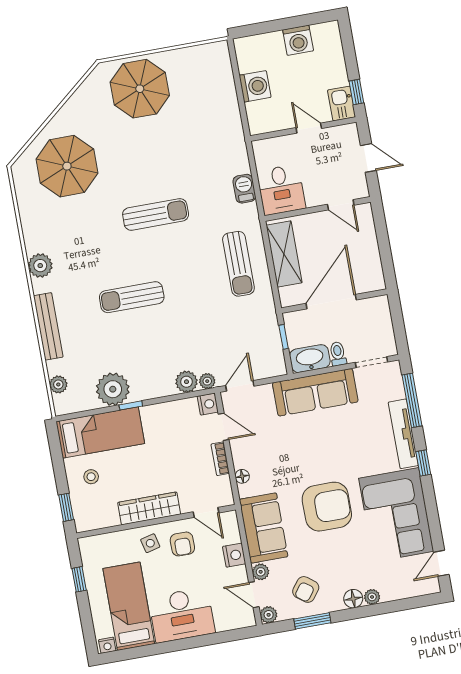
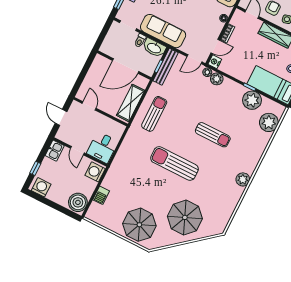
washing machine: (298, 40) -> (41, 187), moved
boiler: (252, 54) -> (78, 202), added
washing machine: (255, 86) -> (95, 172), moved
window: (356, 92) -> (35, 168), moved
parasol: (67, 166) -> (185, 217), moved
barbecue: (244, 189) -> (101, 195), moved
desk: (281, 190) -> (102, 147), moved, turned 180
sun lounger: (156, 214) -> (174, 164), width x1.36, depth x1.34
bench: (48, 326) -> (166, 67), moved
plant: (58, 384) -> (269, 122), width x1.87, depth x1.87
door: (224, 427) -> (215, 46), swing flipped

